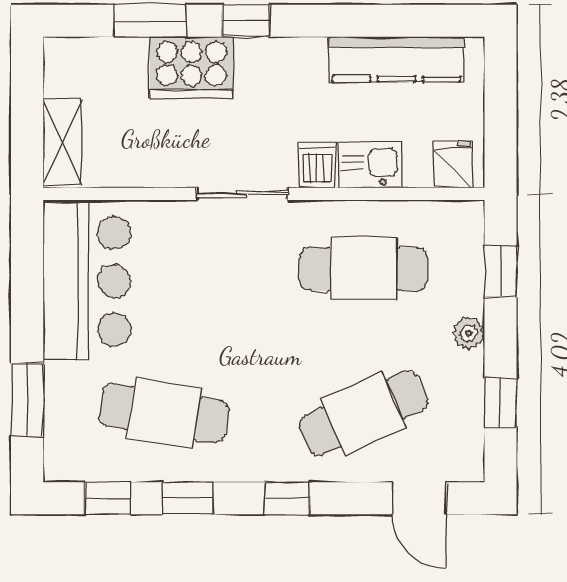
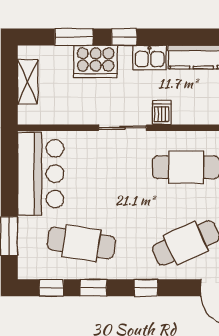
shelving: (62, 142) -> (28, 82), moved
kitchen sink: (370, 165) -> (149, 57), moved, turned 180

